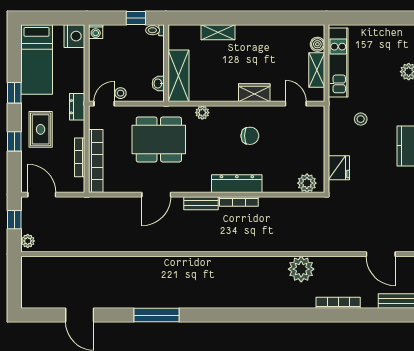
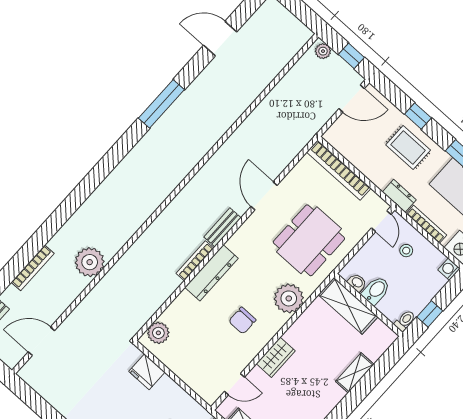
bidet: (152, 67) -> (376, 290), added
stool: (121, 93) -> (406, 251), moved
plant: (202, 113) -> (289, 298), width x1.88, depth x1.88
bookcase: (80, 157) -> (426, 224), moved

